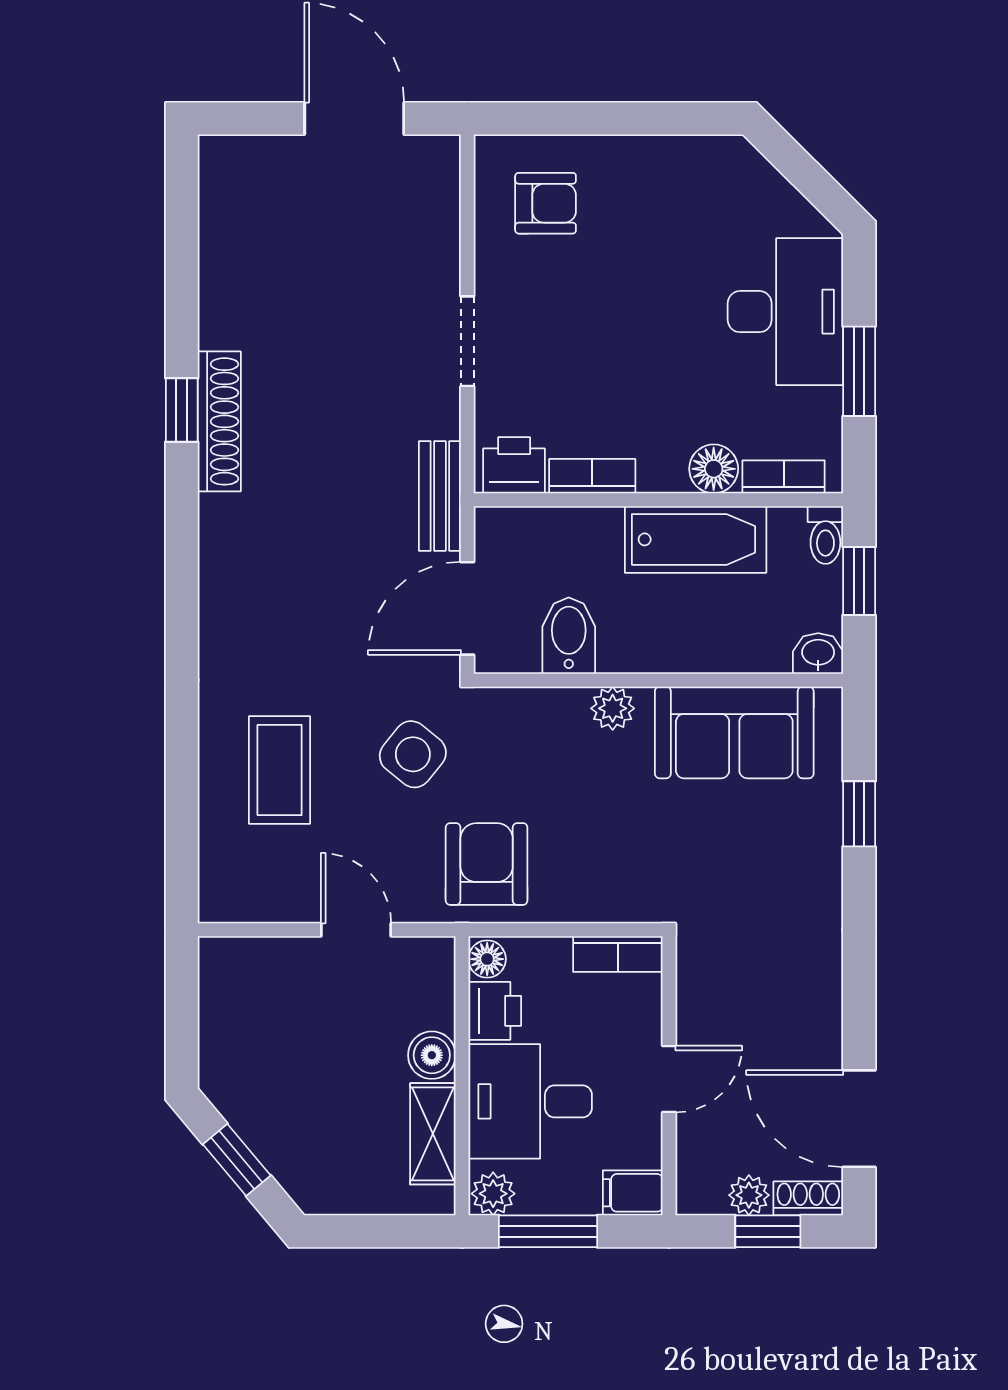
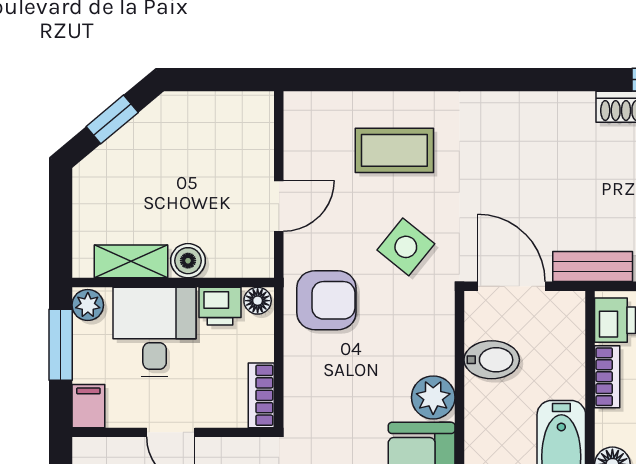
plant: (613, 708) -> (433, 397), width x1.38, depth x1.38

